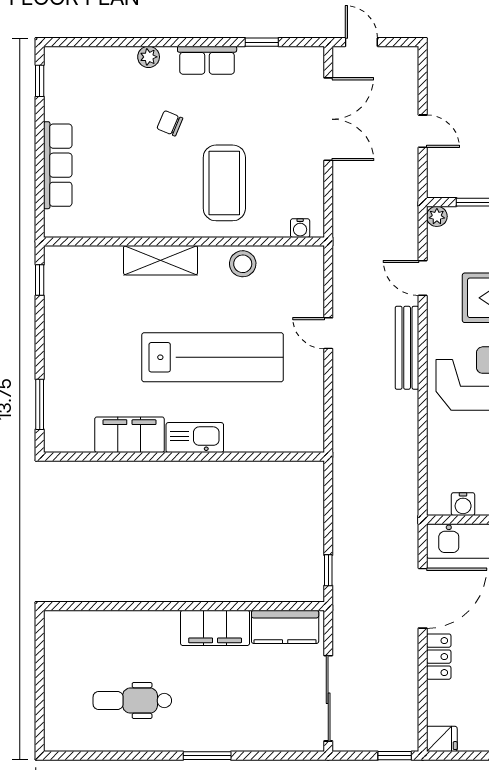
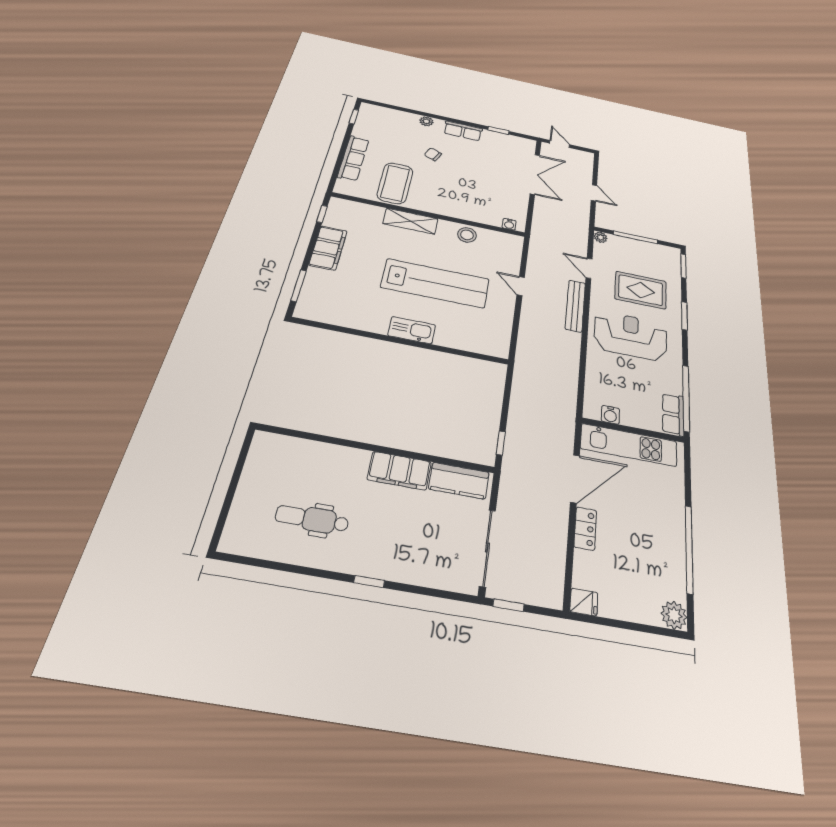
coffee table: (224, 183) -> (395, 183), moved
filing cabinet: (129, 435) -> (328, 248), moved, turned 90
window: (207, 756) -> (369, 582), width x0.67
window: (395, 756) -> (509, 605), moved

